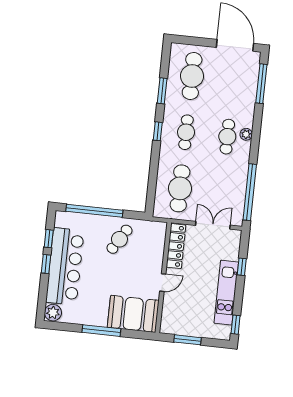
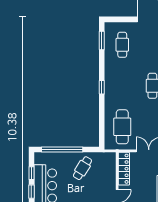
cafe table: (192, 76) -> (122, 45), width x0.73, depth x0.74
window: (162, 91) -> (102, 41), moved
cafe table: (186, 132) -> (122, 86), removed

